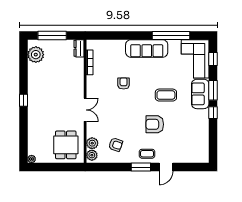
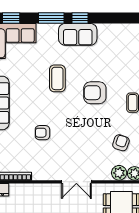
sofa: (200, 94) -> (78, 34), moved
double door: (85, 110) -> (76, 182), swing flipped
armchair: (155, 124) -> (95, 93), turned 90

